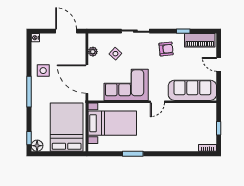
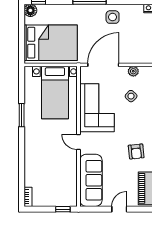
window: (219, 128) -> (63, 209), moved

